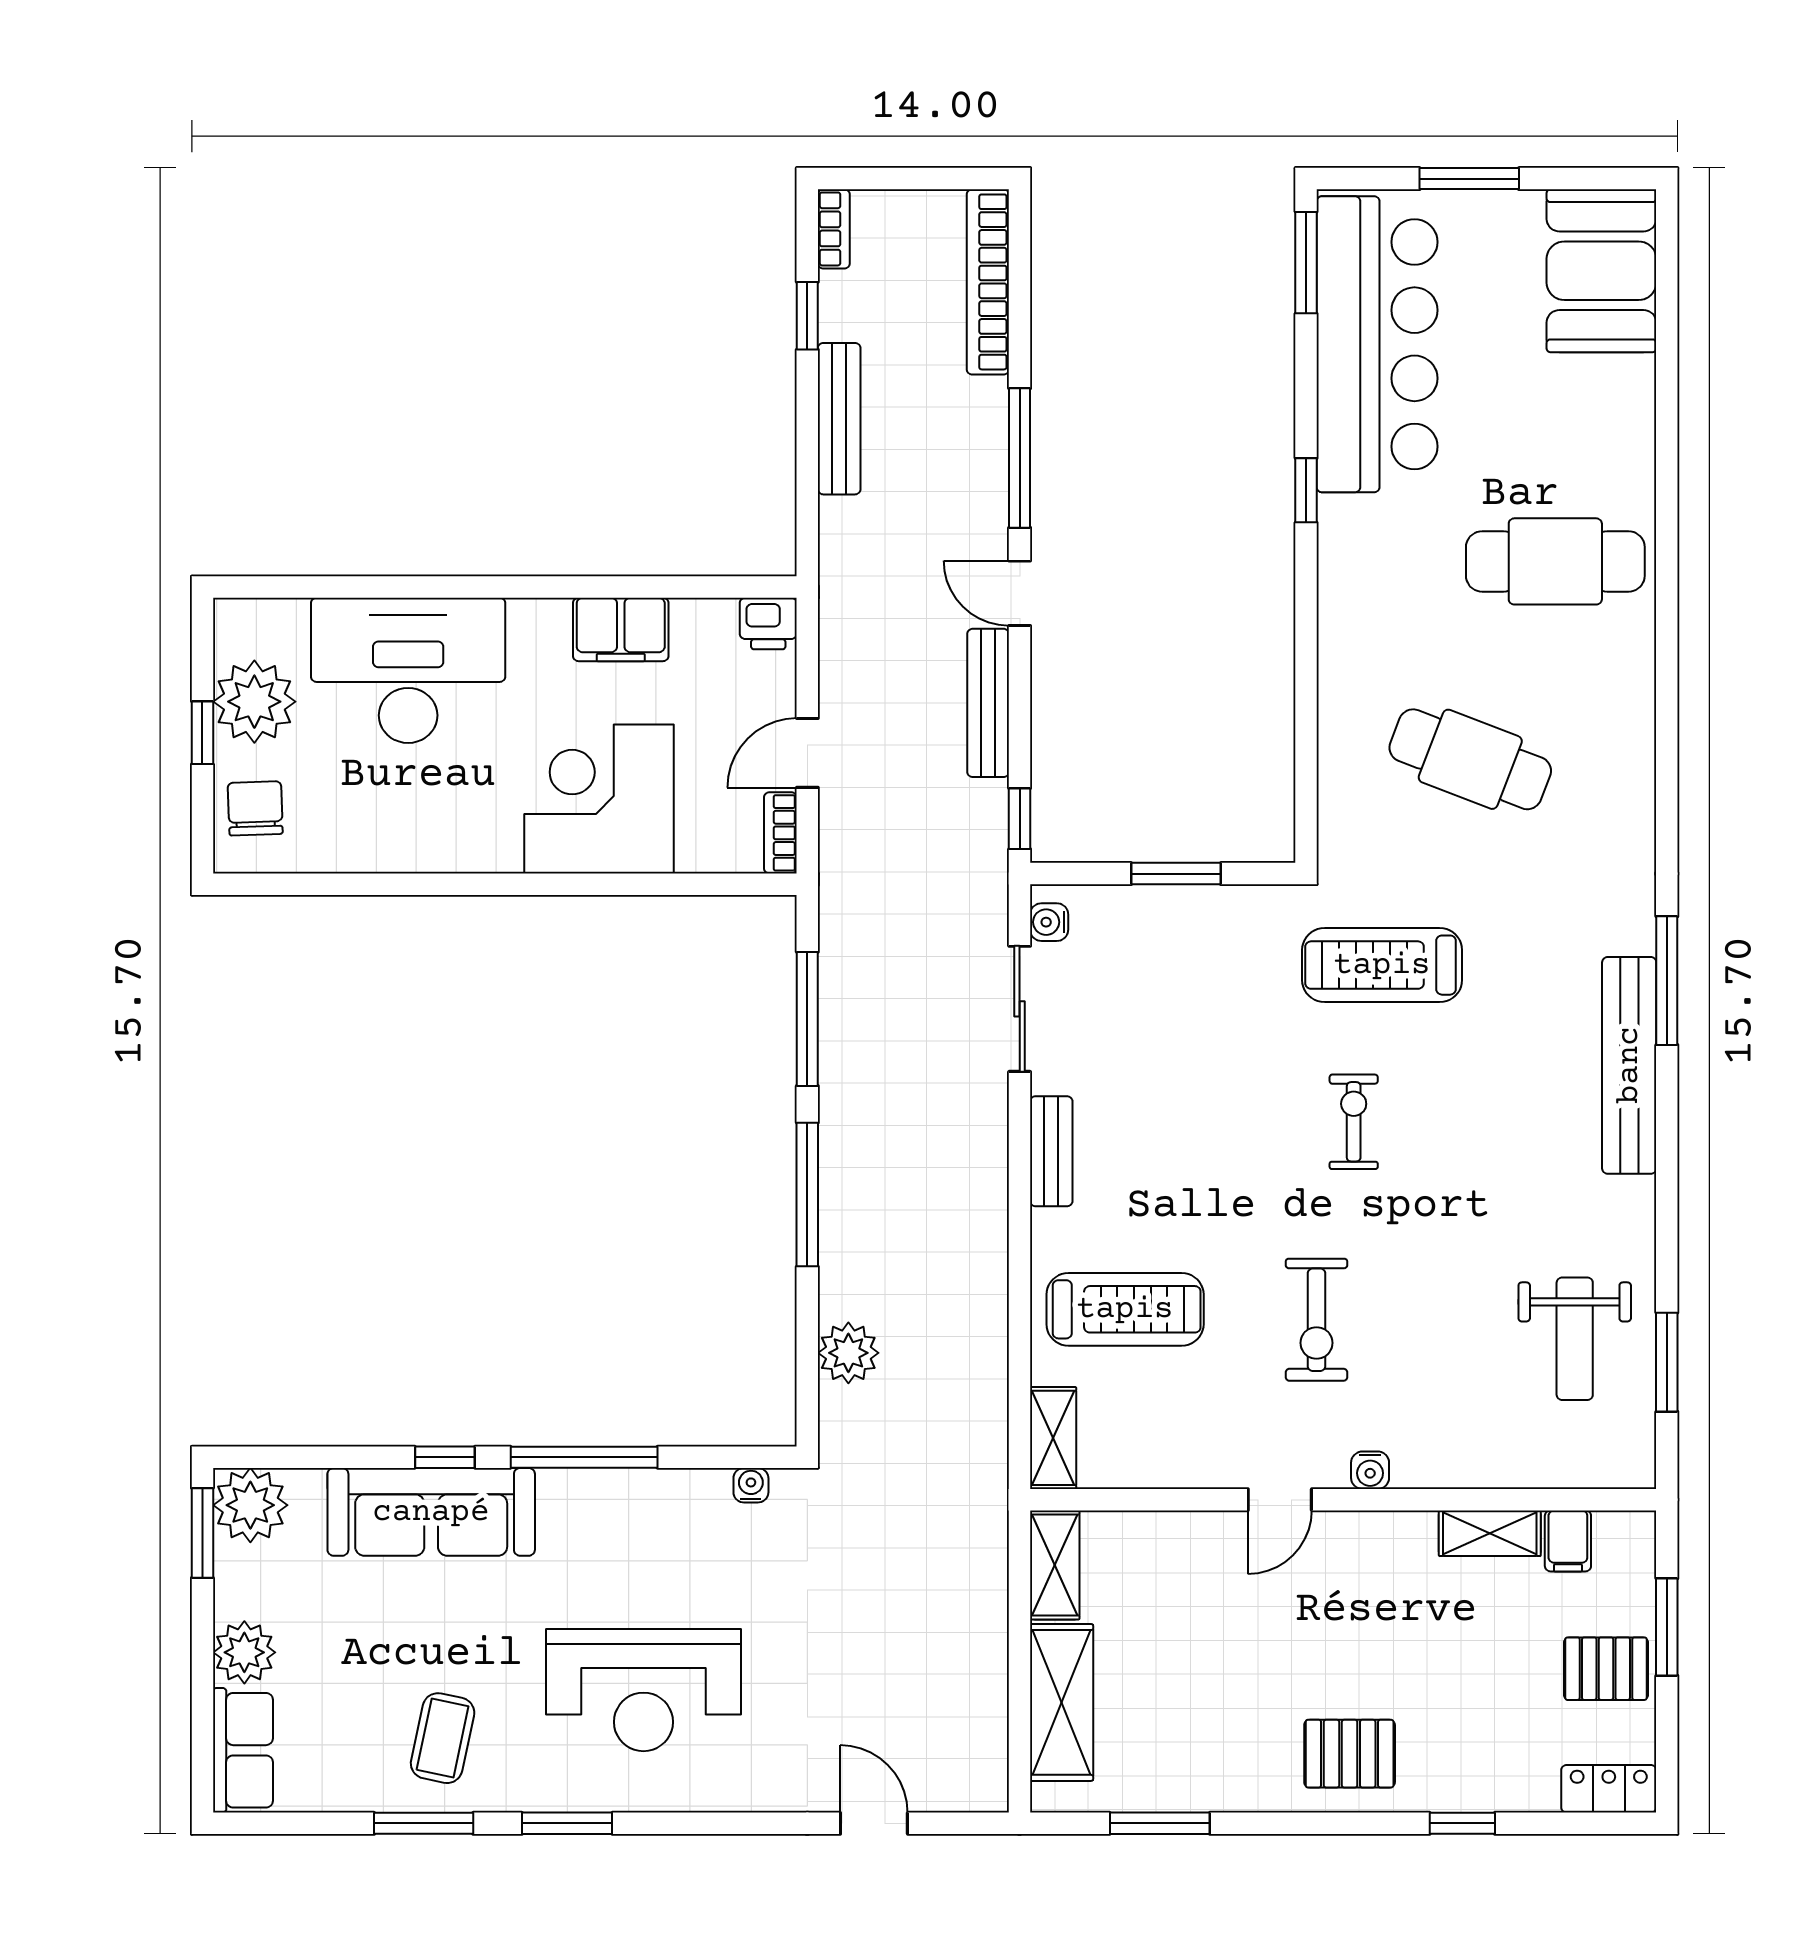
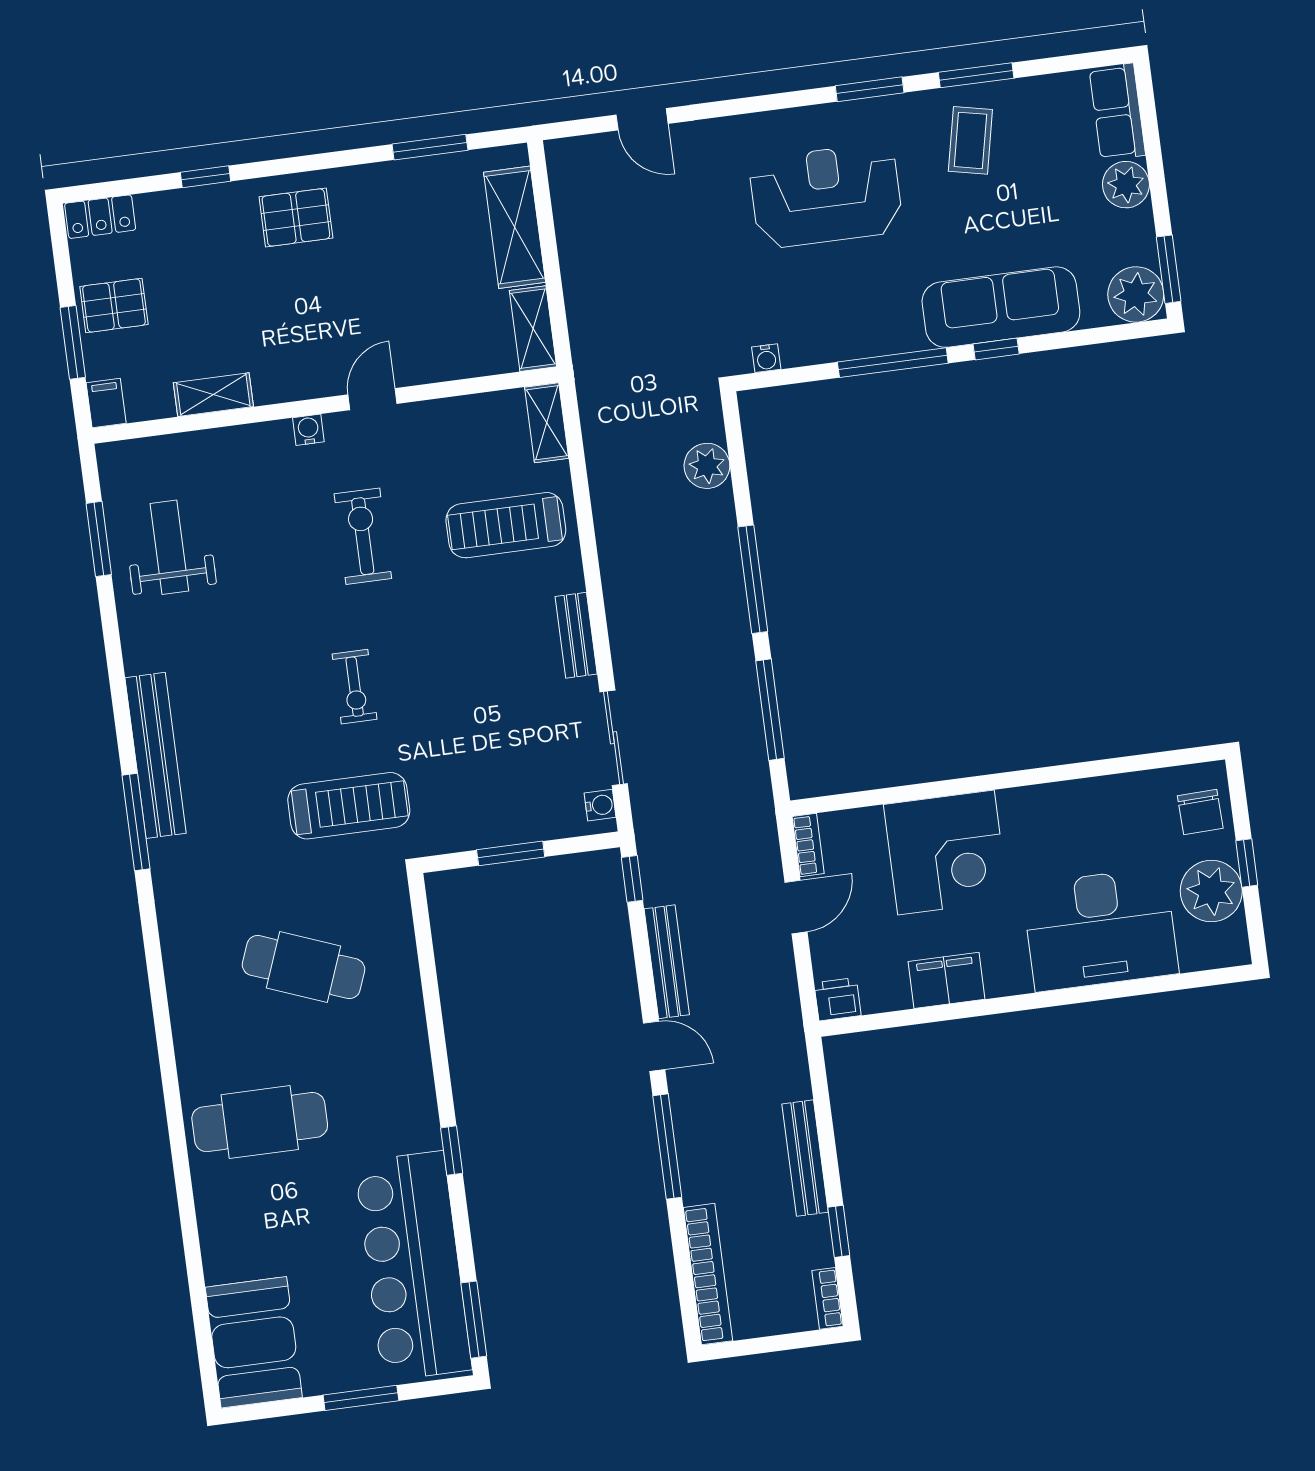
filing cabinet: (1568, 1541) -> (106, 403), moved

